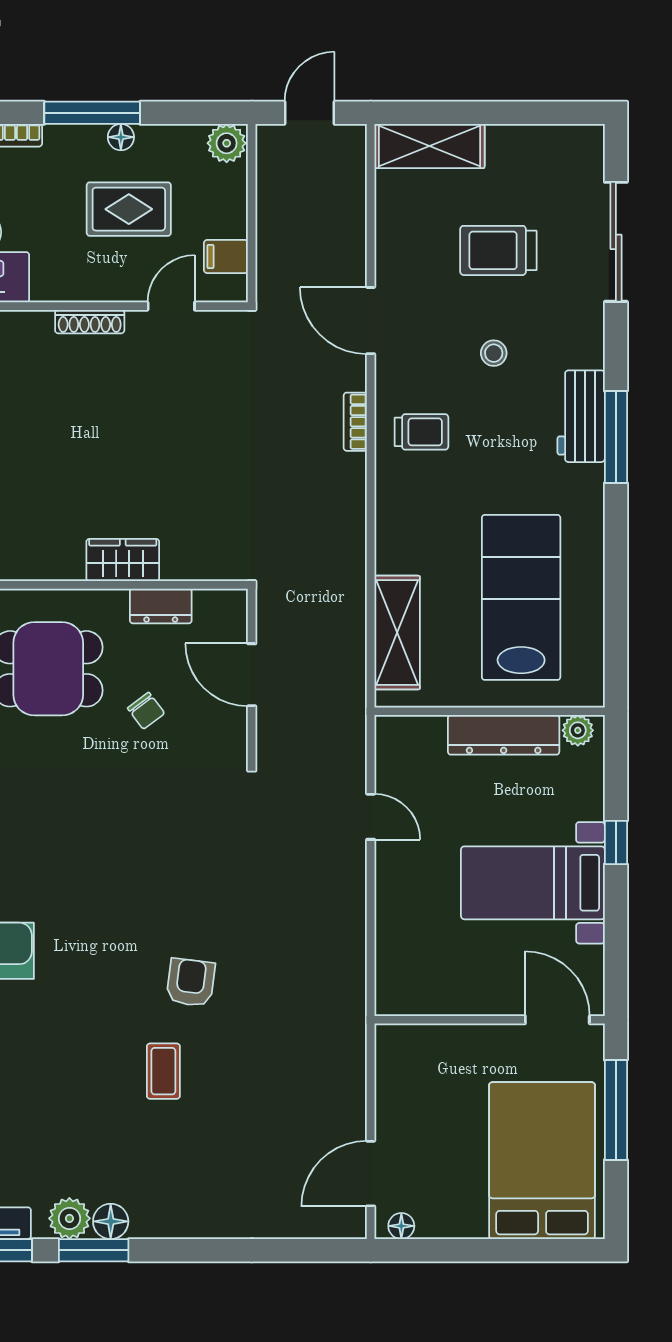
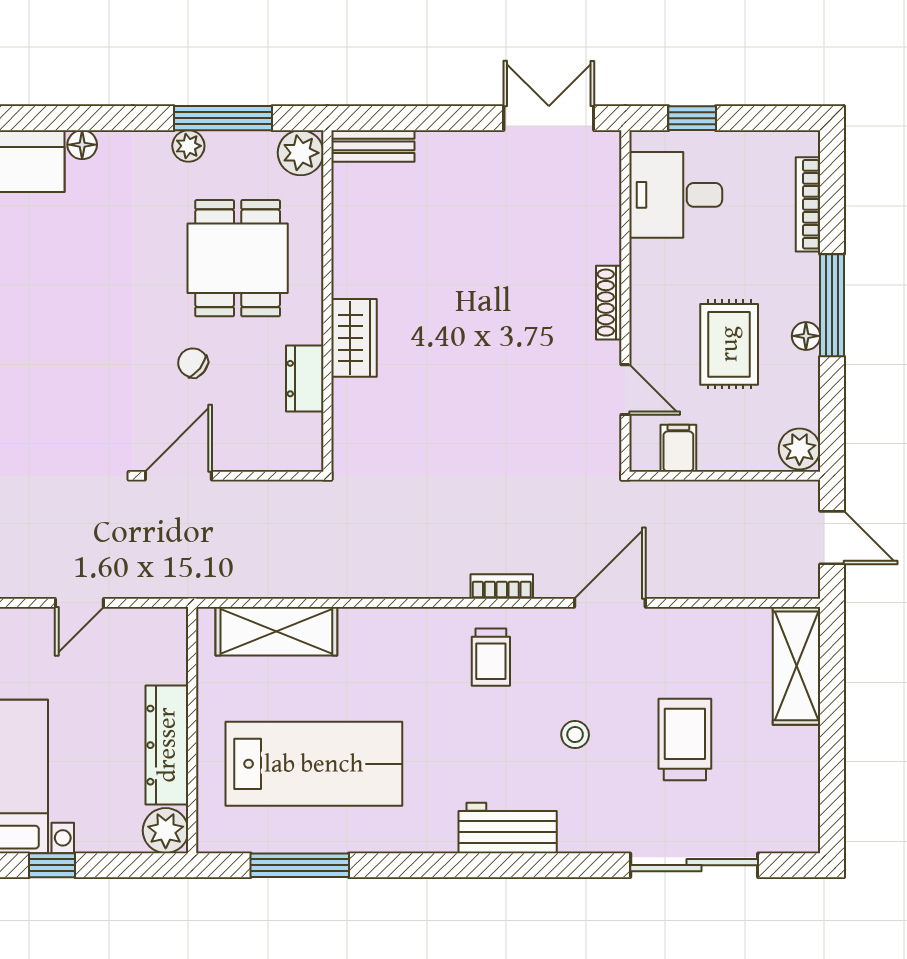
window: (616, 437) -> (300, 865), moved
door: (252, 675) -> (178, 476), moved
chair: (146, 711) -> (193, 363), turned 75
plant: (578, 730) -> (166, 831), width x1.38, depth x1.38

